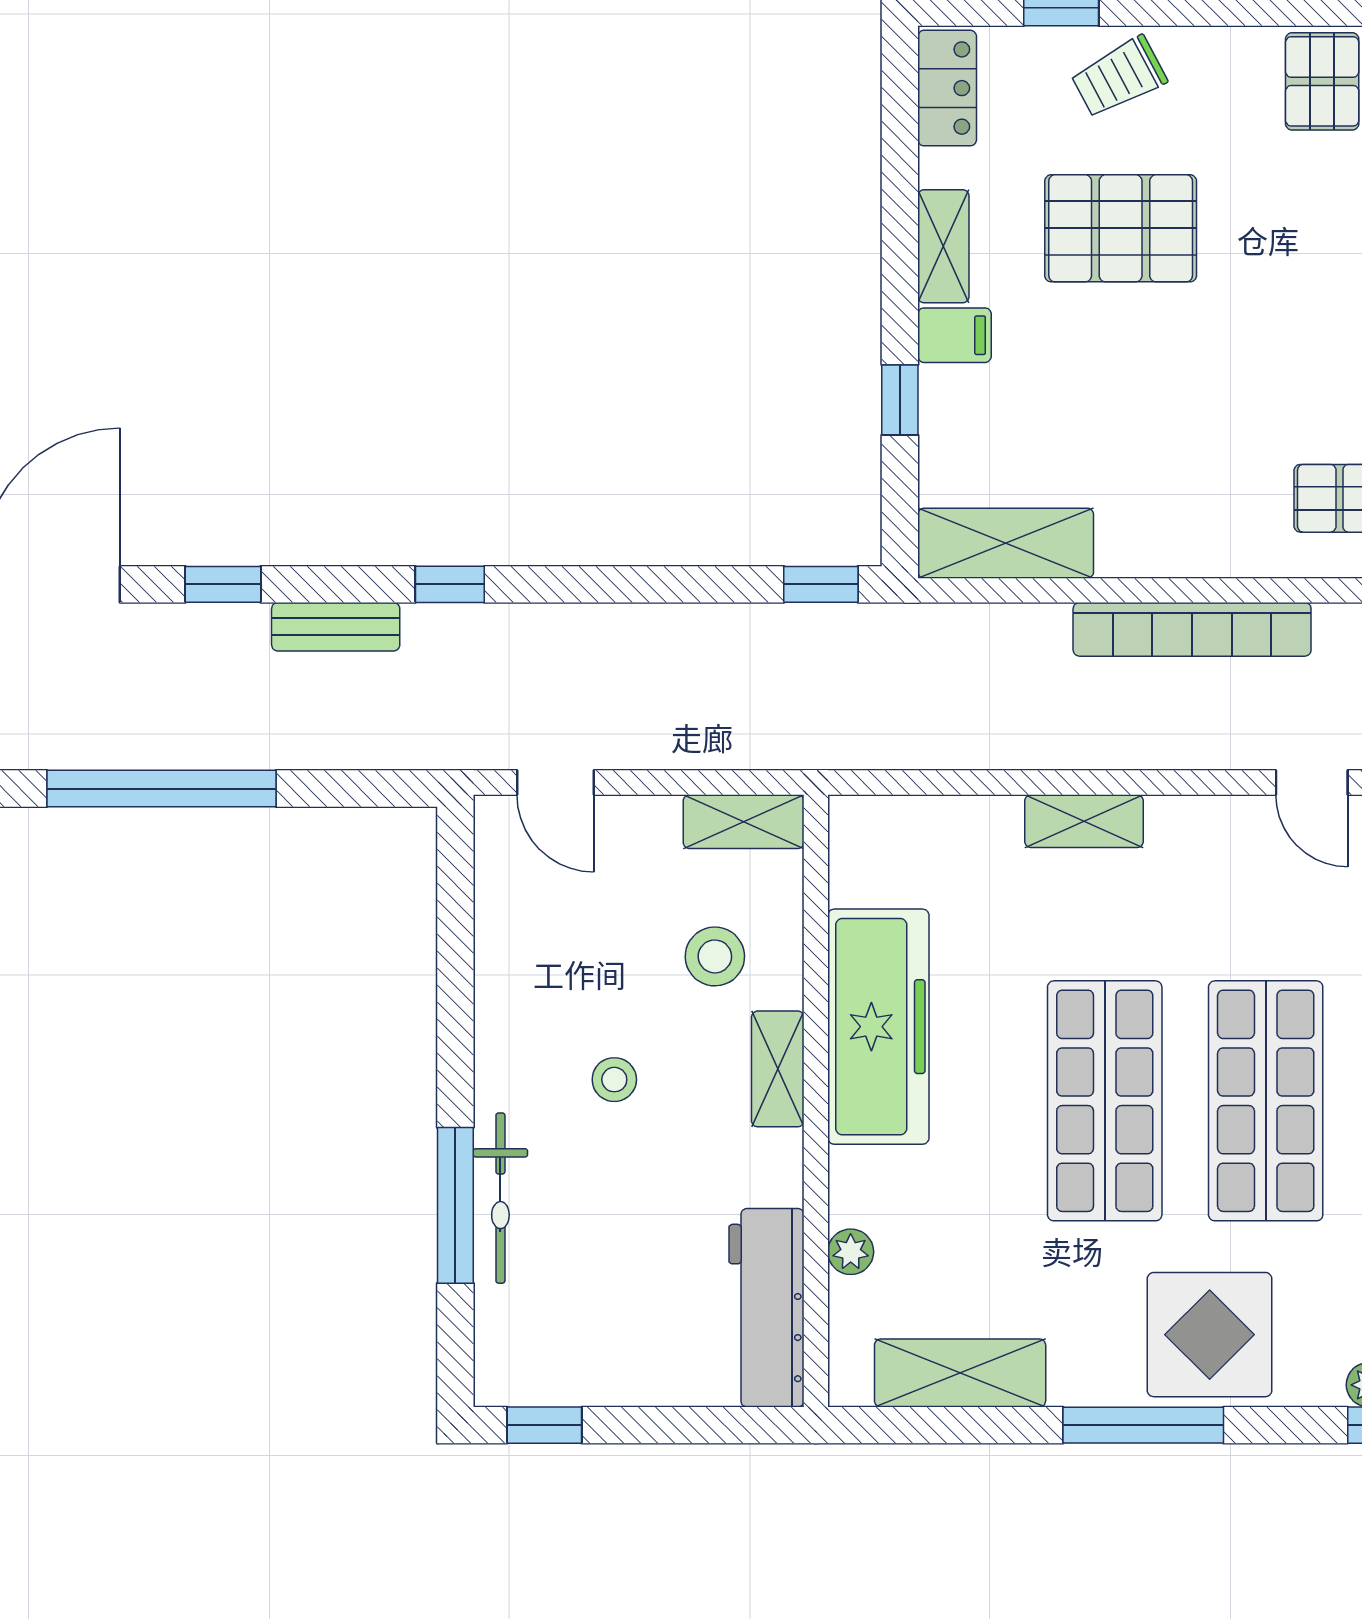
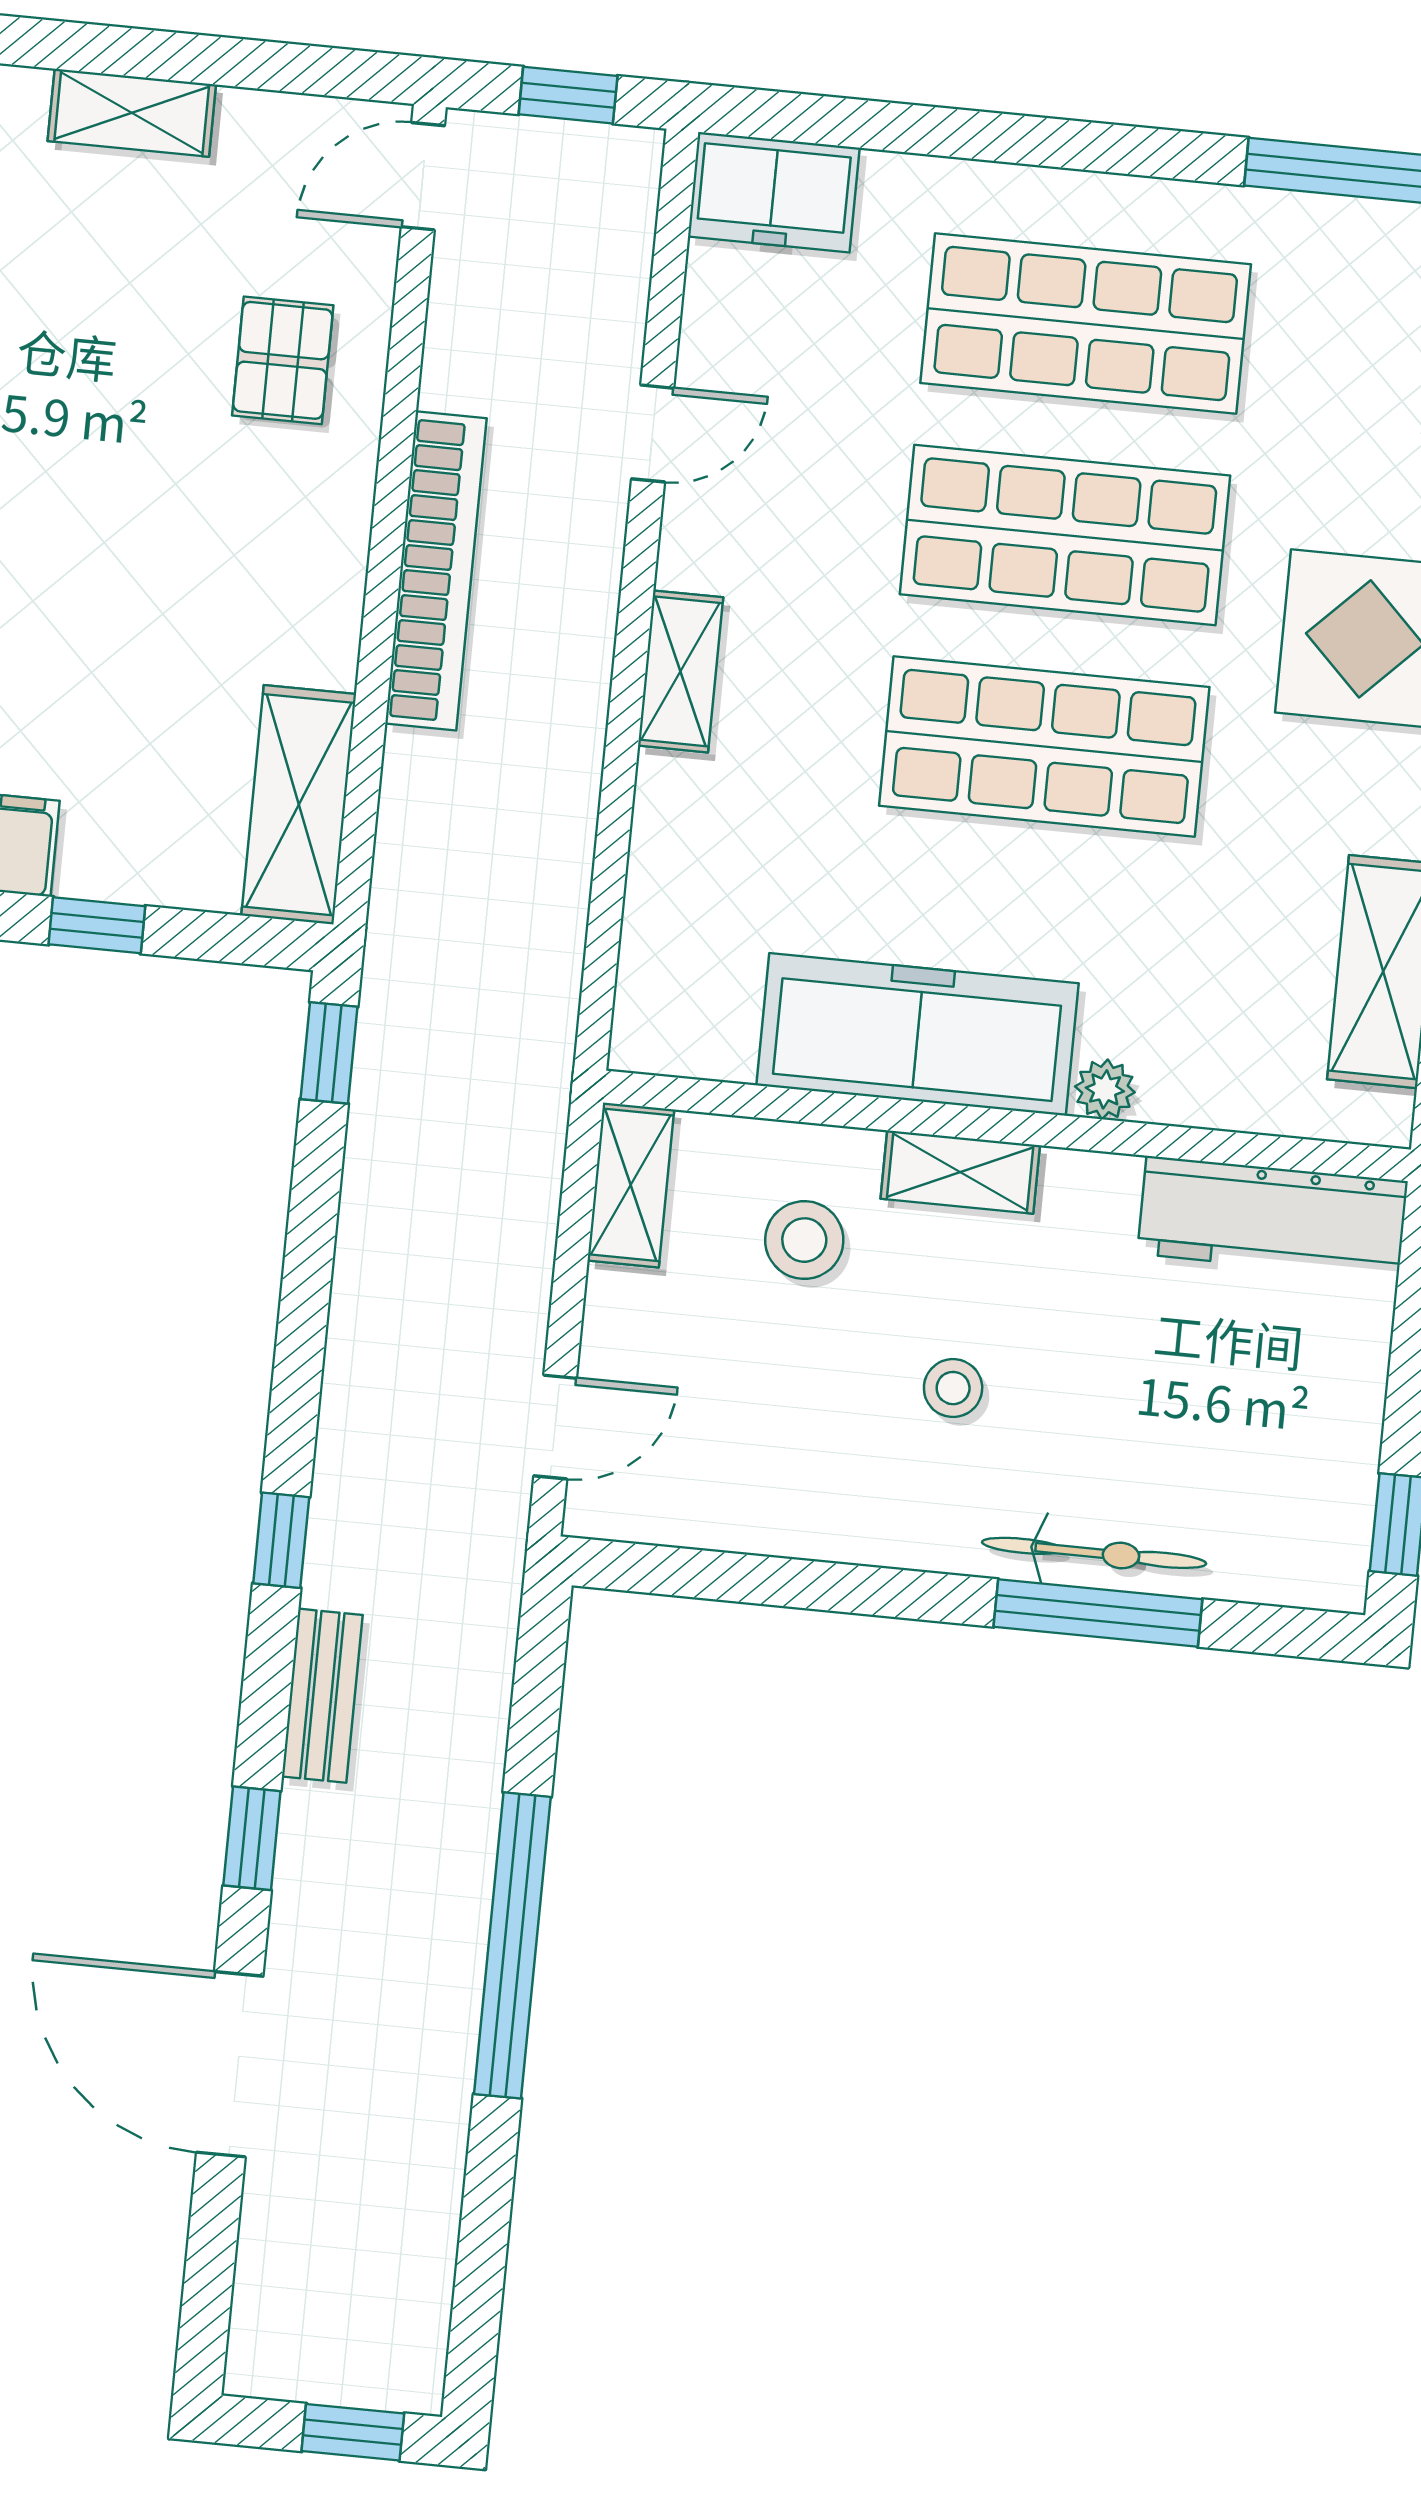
shelving: (1084, 821) -> (681, 671), moved
plant: (851, 1252) -> (1105, 1089), moved

